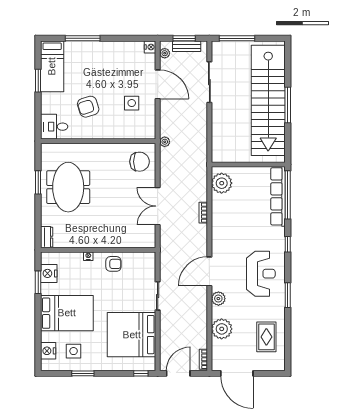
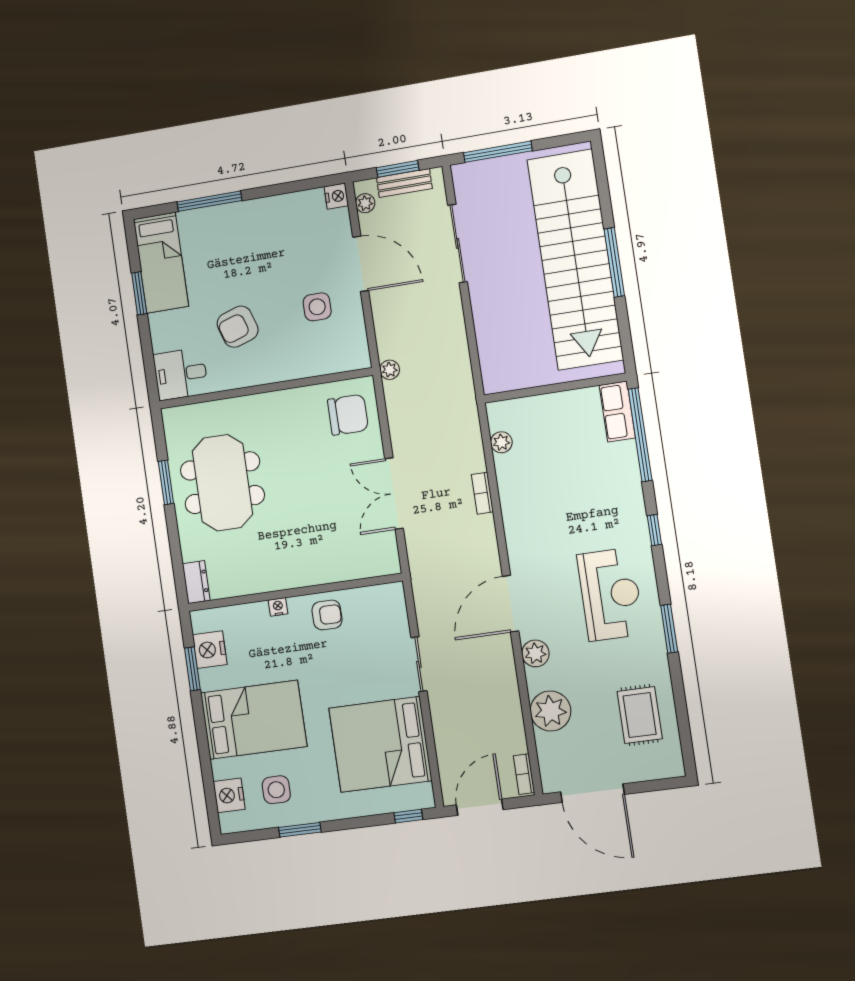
plant: (222, 183) -> (501, 442), width x0.53, depth x0.53
row of seats: (278, 196) -> (617, 412), width x0.50

